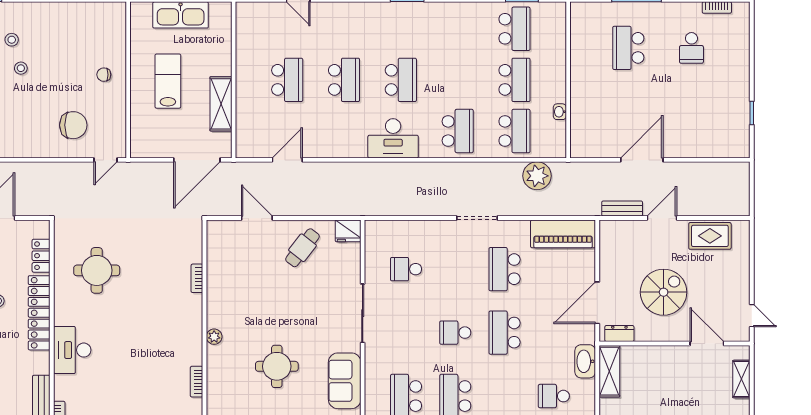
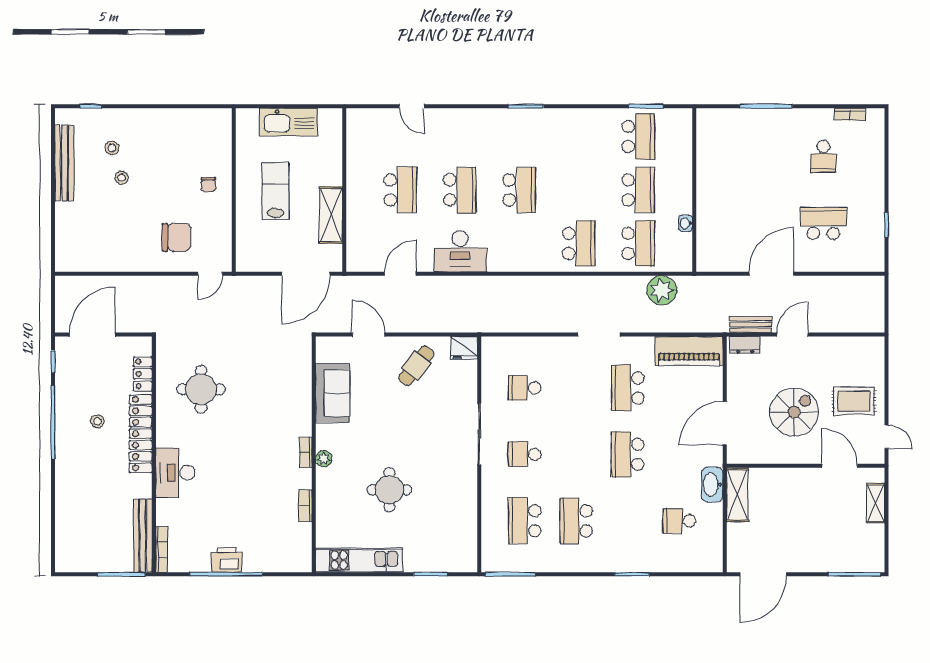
school desk: (628, 48) -> (823, 223), moved, turned 90
chair: (104, 75) -> (208, 184), turned -90
desk: (393, 138) -> (460, 251), moved
rug: (710, 236) -> (854, 401), moved
bookcase: (197, 278) -> (306, 452), moved
school desk: (455, 333) -> (525, 454), moved
dresser: (619, 334) -> (745, 345), moved, turned 180
sofa: (345, 381) -> (333, 393), moved, turned 180

